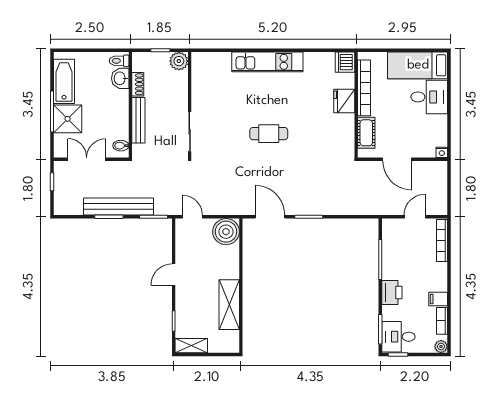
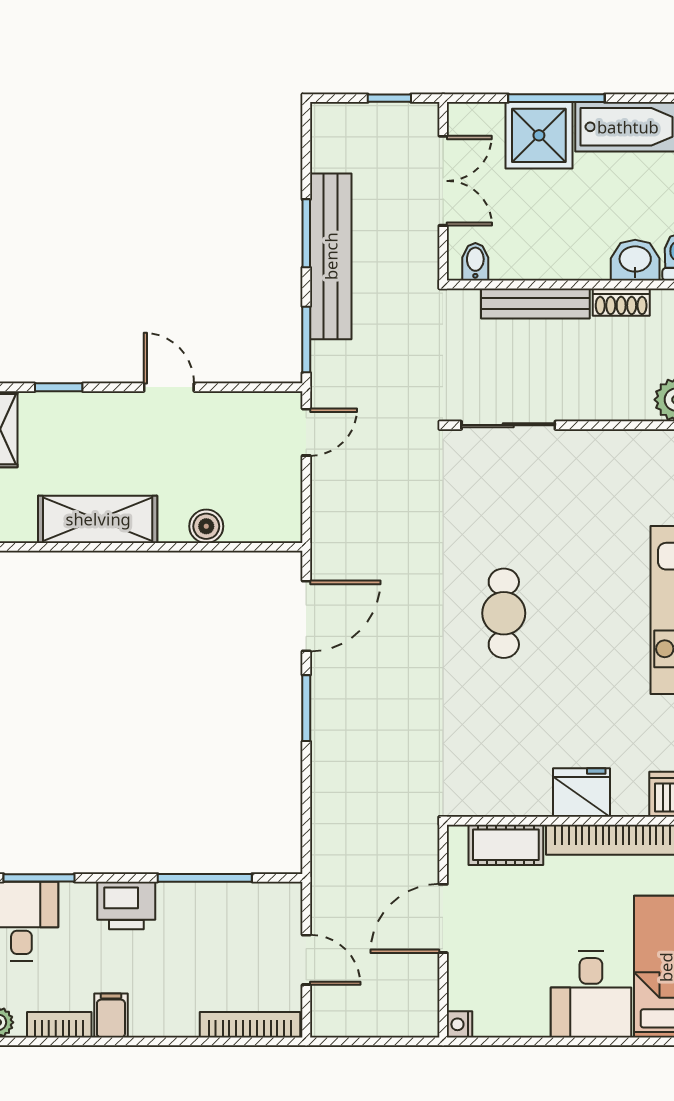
boiler: (226, 232) -> (206, 526), moved, width x0.54, depth x0.54

